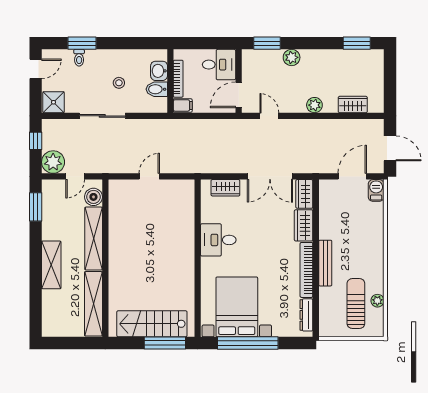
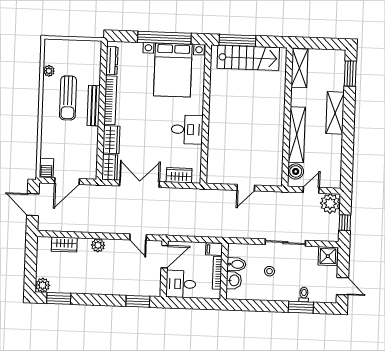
plant: (292, 57) -> (43, 285), moved
door: (36, 69) -> (342, 286), swing flipped
window: (36, 207) -> (350, 74), moved
shelving: (93, 304) -> (299, 68), width x0.68
sun lounger: (356, 304) -> (68, 98), moved

